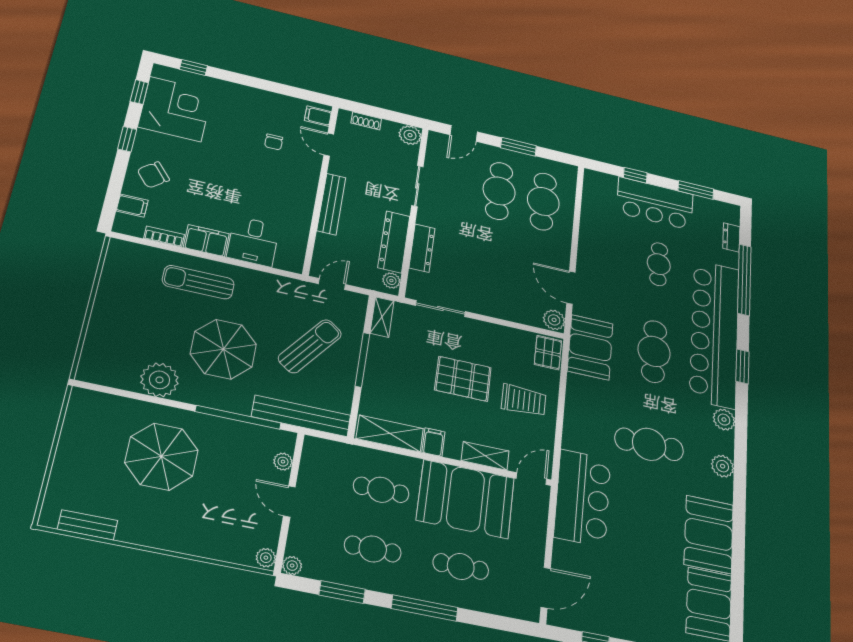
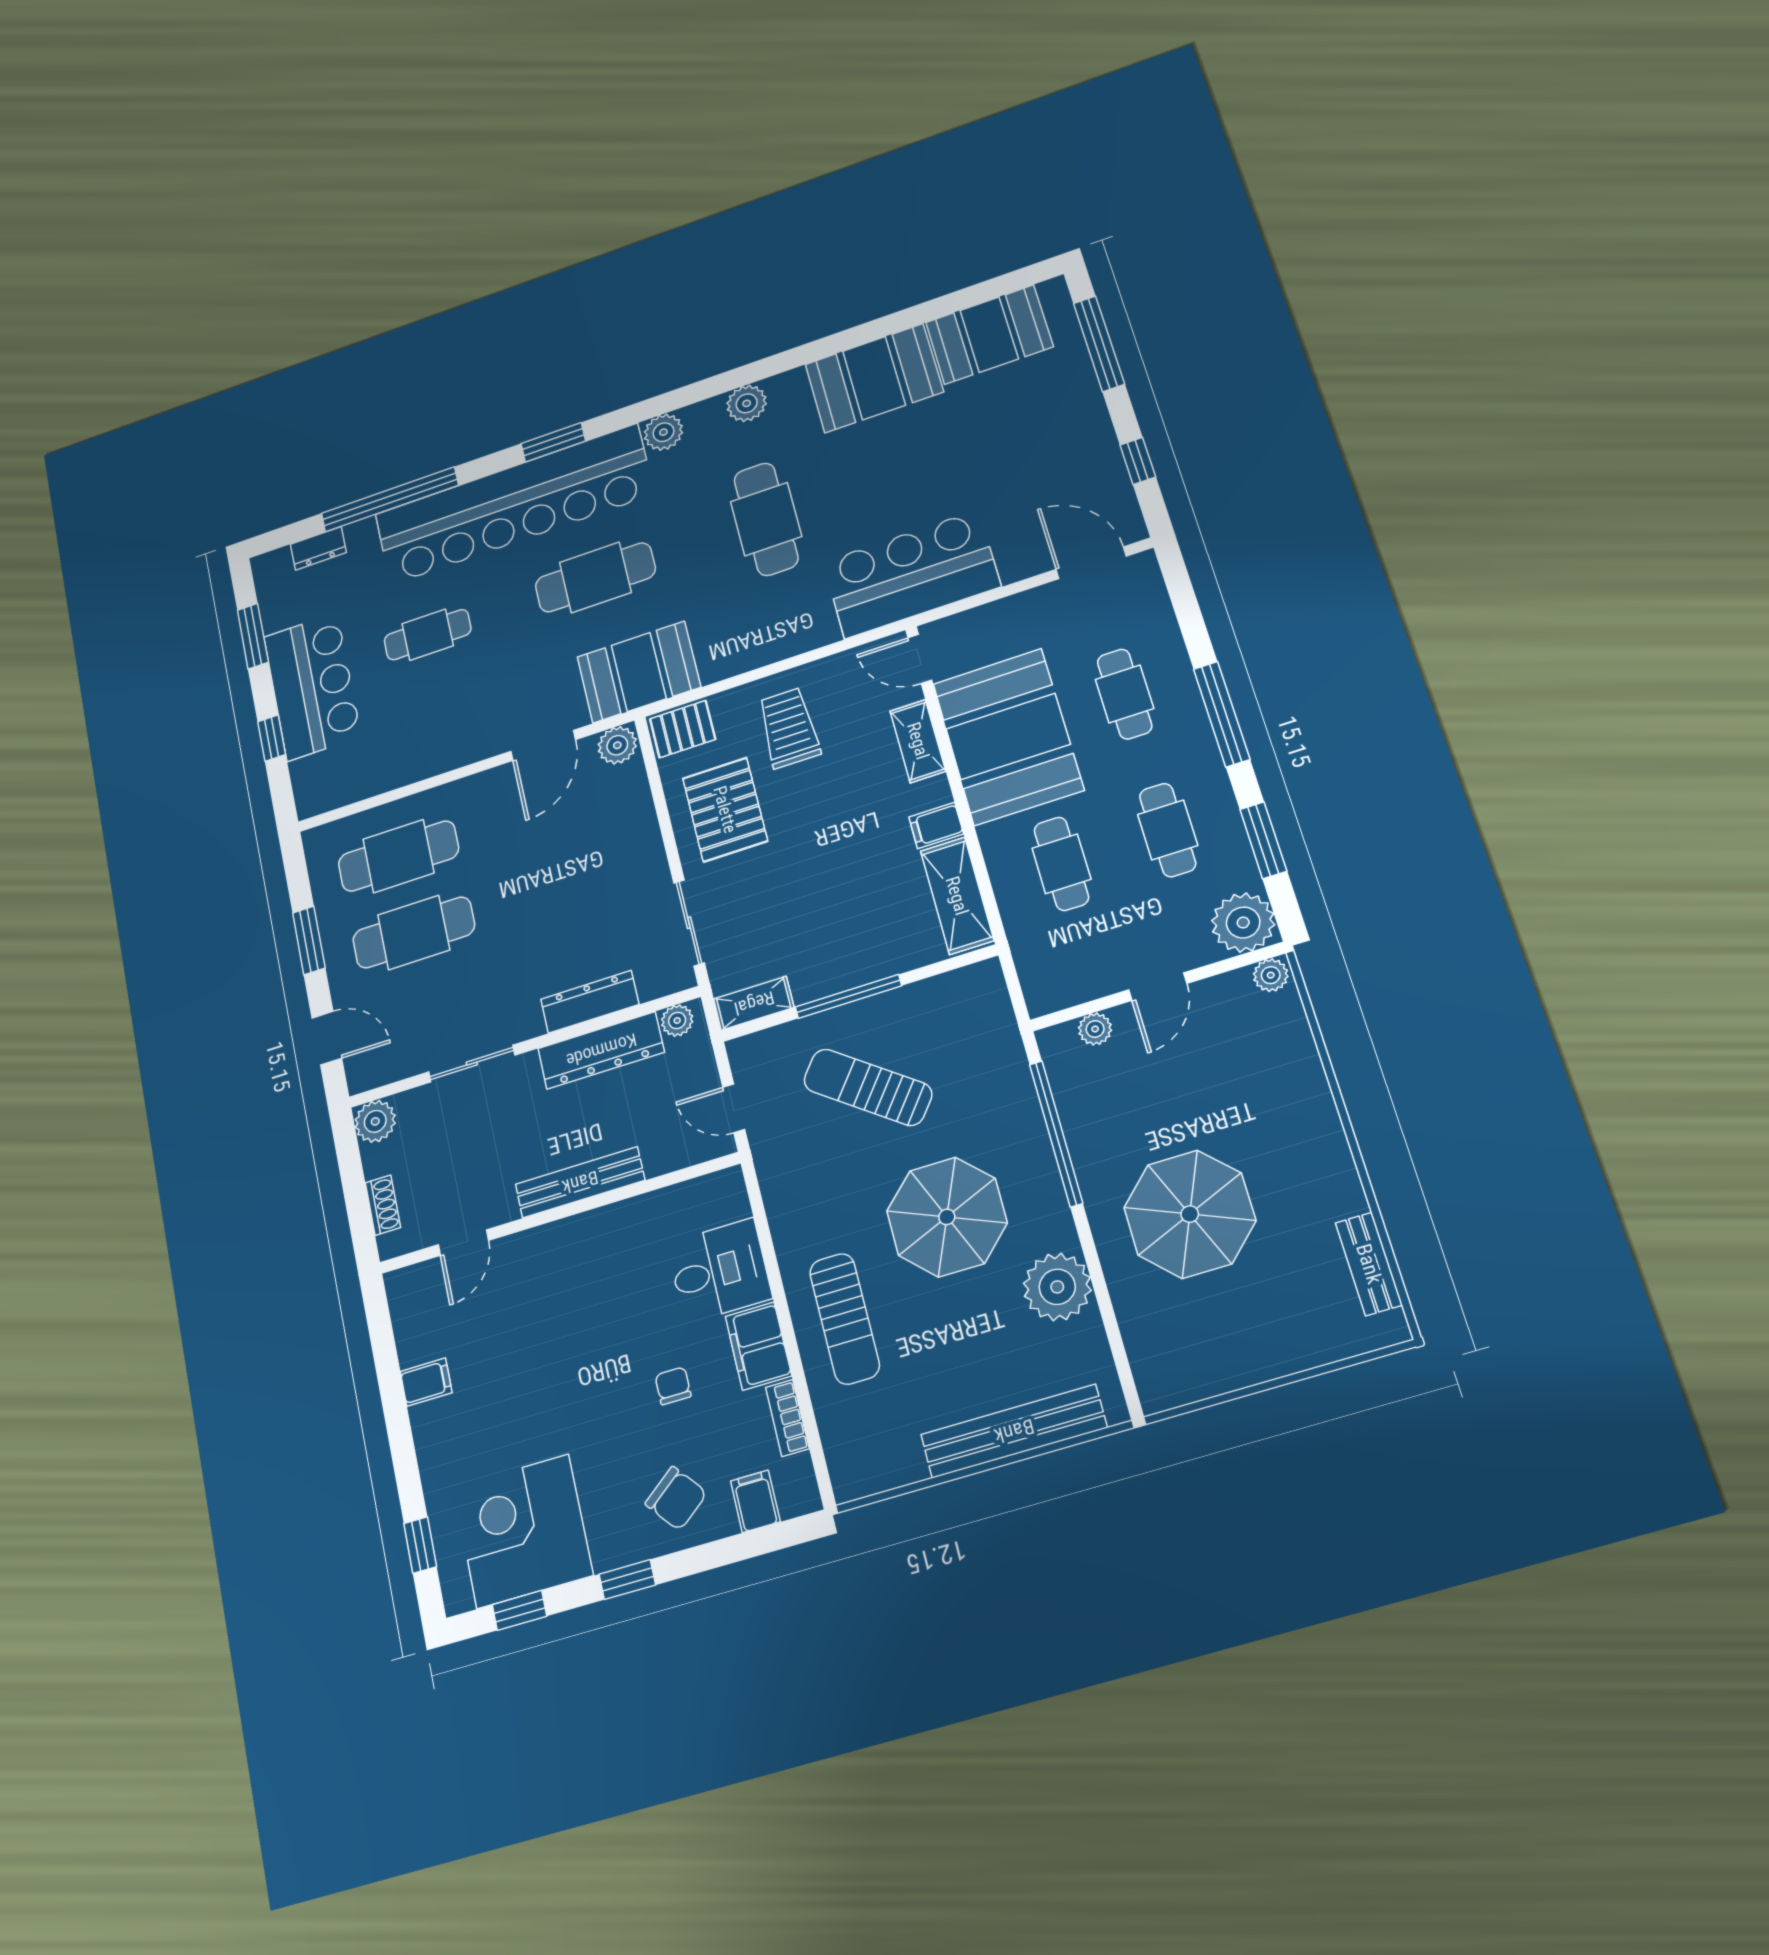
filing cabinet: (318, 116) -> (426, 1382), moved, turned -90
chair: (274, 142) -> (673, 1386), moved, turned -90
pallet: (463, 379) -> (725, 810), moved
bench: (301, 416) -> (1014, 1431), moved, turned 90
plant: (292, 566) -> (1243, 923), width x1.88, depth x1.88

